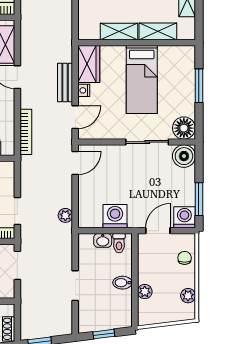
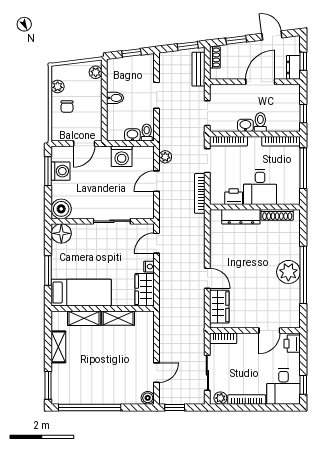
bed: (142, 80) -> (81, 293), moved, turned 90
bench: (65, 83) -> (198, 69), moved
bookcase: (26, 132) -> (200, 193), moved
sliding door: (147, 142) -> (112, 221), moved
door: (75, 163) -> (157, 181), moved
washing machine: (184, 217) -> (61, 171), moved, turned -90
toilet: (119, 243) -> (147, 133), moved
chair: (185, 258) -> (67, 107), moved
plant: (145, 292) -> (96, 72), moved

